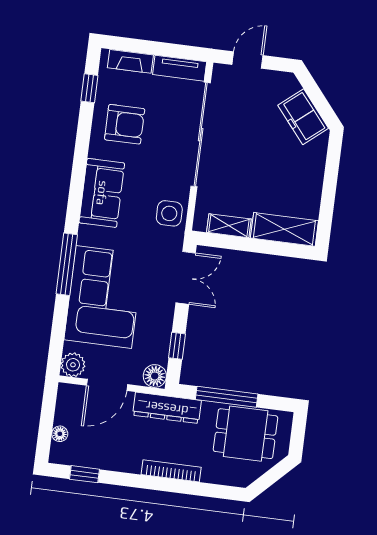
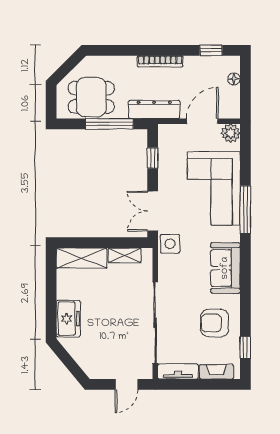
freezer: (303, 117) -> (68, 319), moved, turned 40
side table: (169, 213) -> (170, 244), moved
floor lamp: (155, 376) -> (167, 133), removed
bookcase: (171, 471) -> (160, 61), moved

